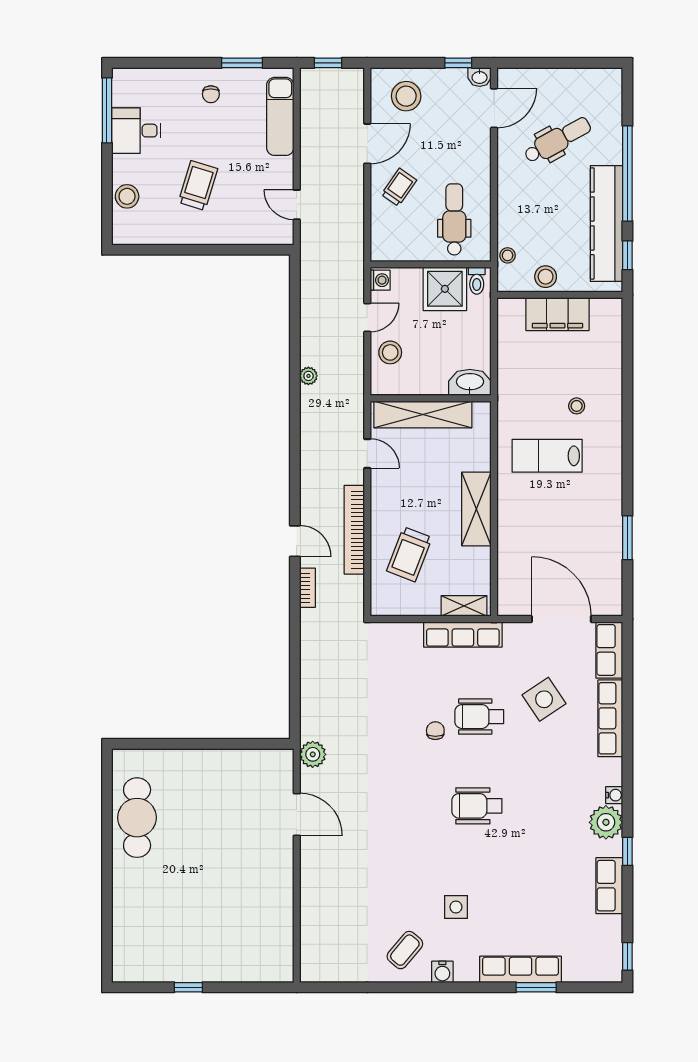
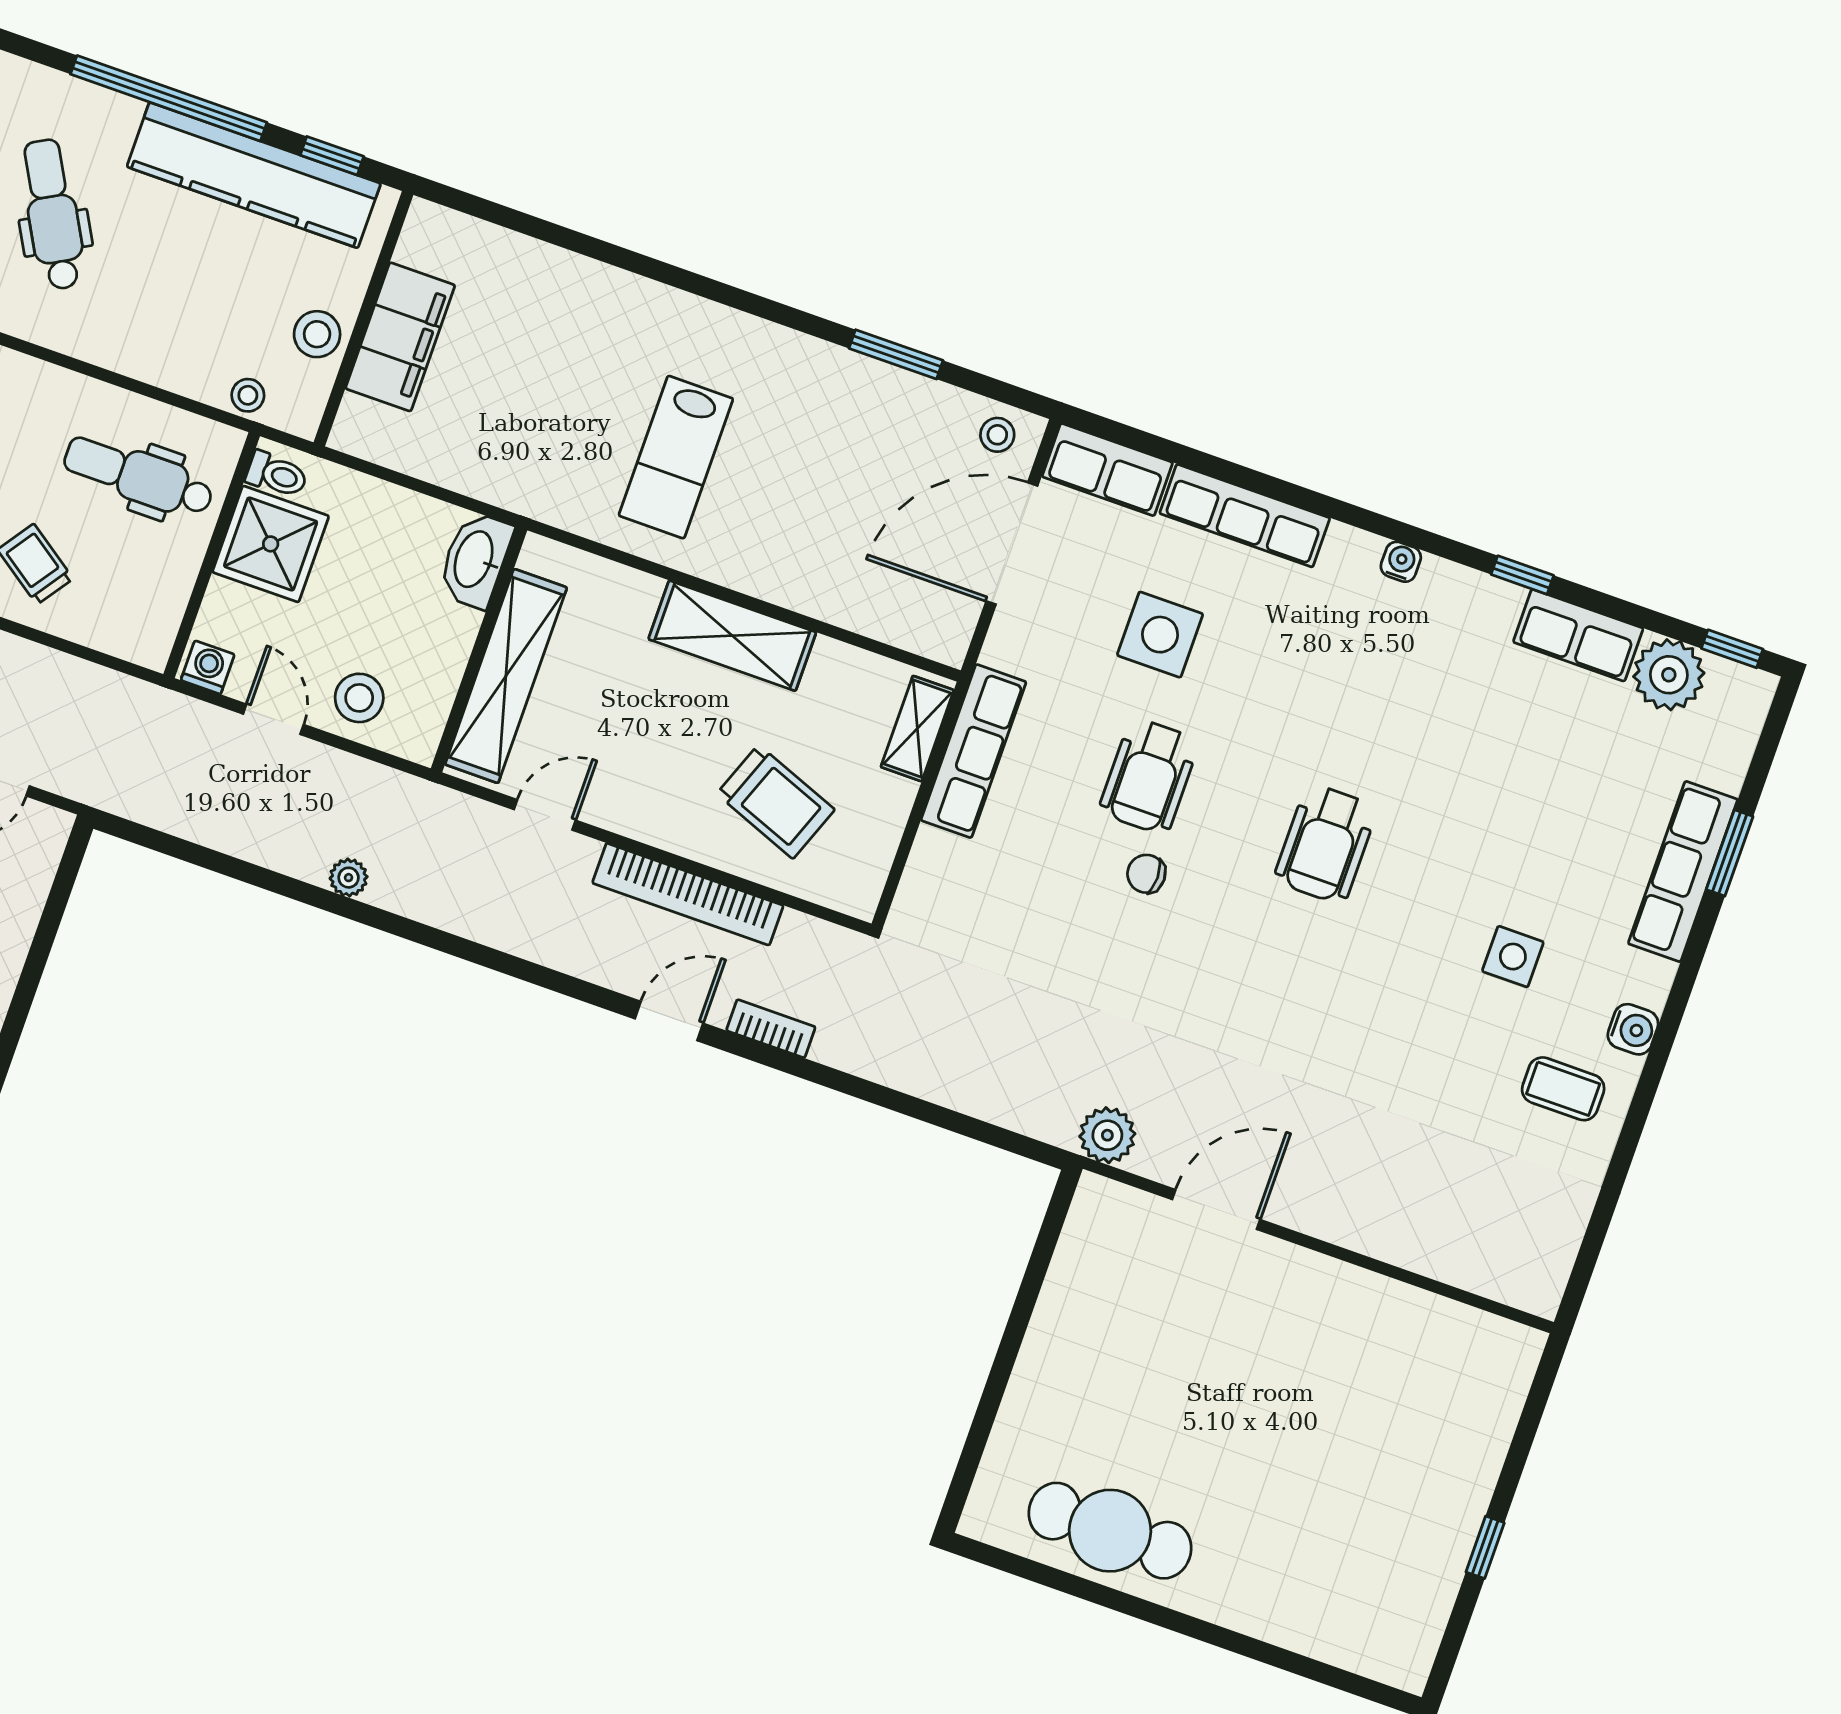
stool: (577, 406) -> (997, 435), moved
side table: (544, 699) -> (1160, 635), turned 34
plant: (606, 822) -> (1669, 675), moved
coffee table: (405, 950) -> (1563, 1089), turned -40

